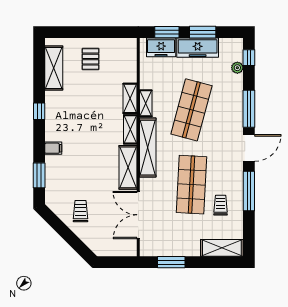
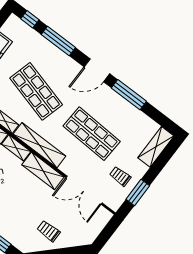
plant: (237, 68) -> (31, 34), removed
window: (249, 109) -> (58, 41), moved
door: (249, 148) -> (97, 70), swing flipped
trolley: (221, 205) -> (120, 176), moved

